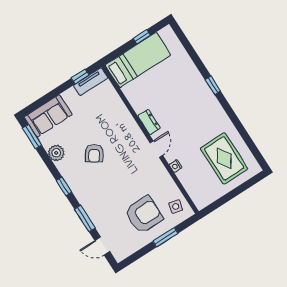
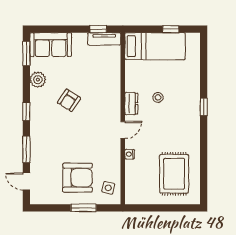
stool: (168, 102) -> (158, 97), added

